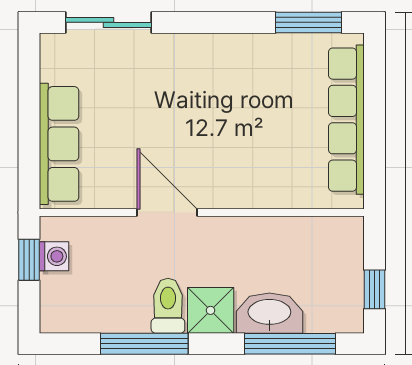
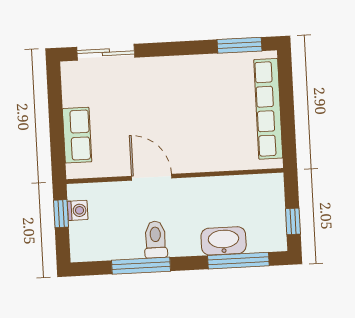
row of seats: (59, 144) -> (77, 135), width x0.68
shower: (211, 310) -> (184, 241), removed

